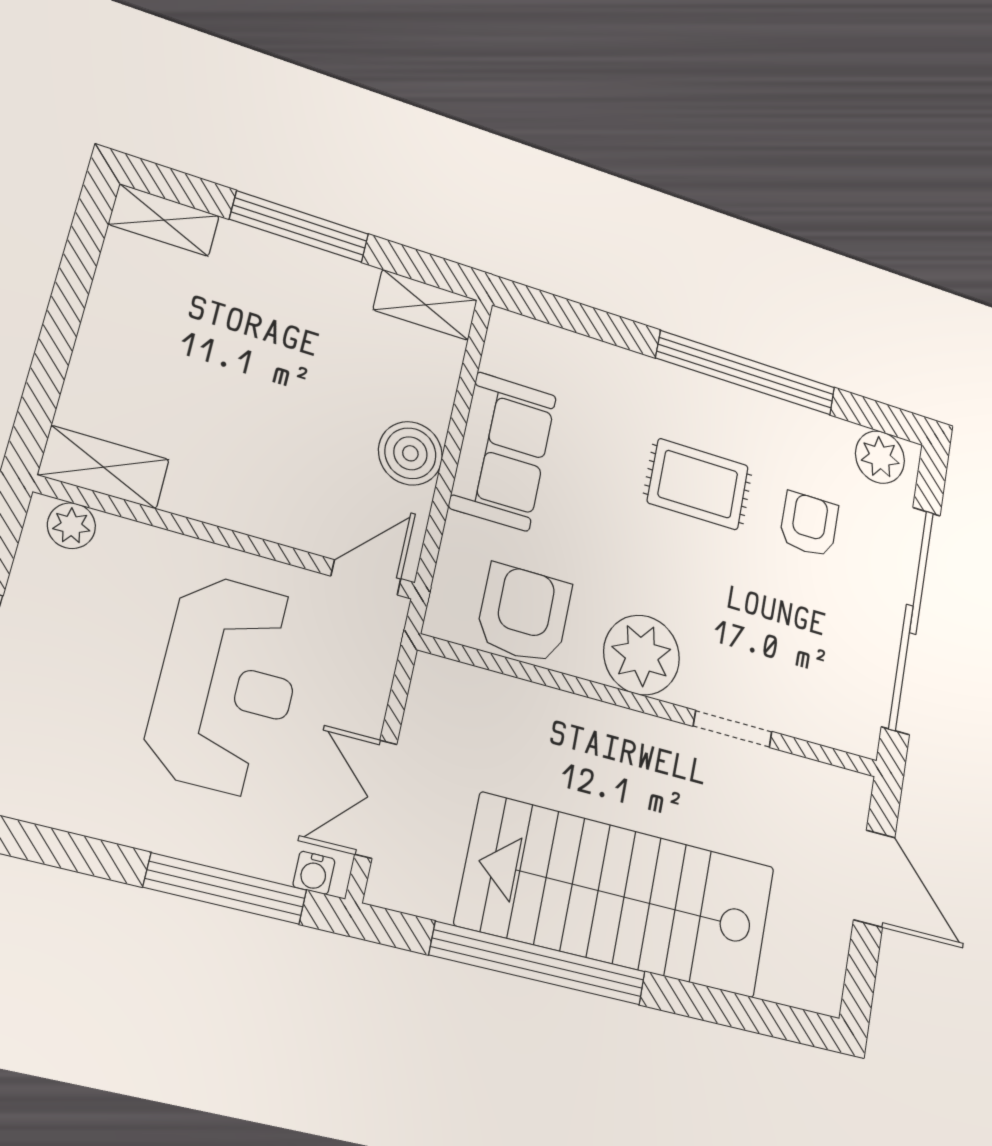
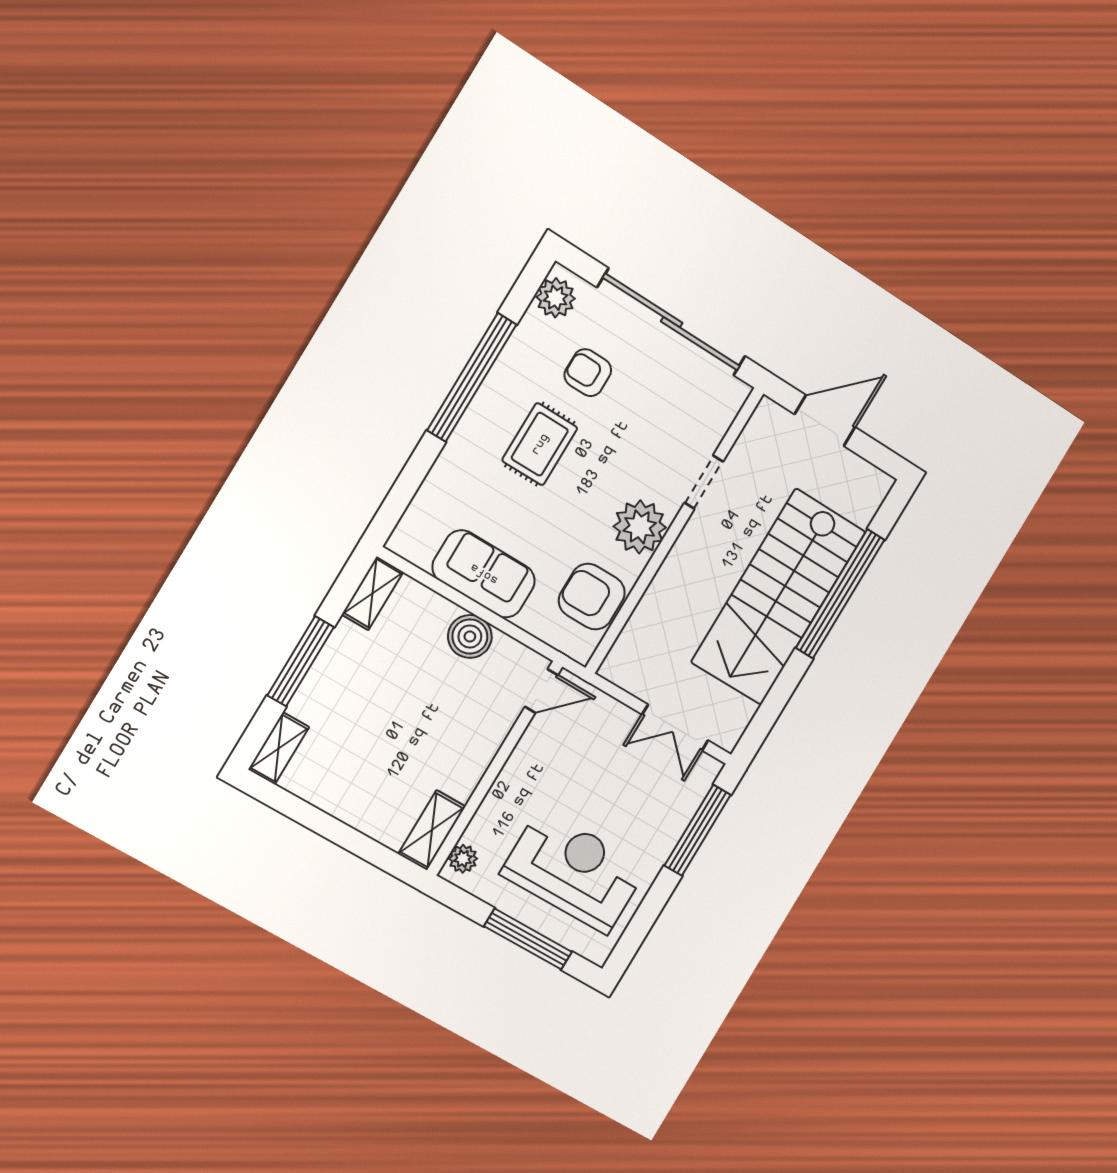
door: (366, 577) -> (541, 691), swing flipped
reception desk: (227, 685) -> (574, 871), moved
water cooler: (314, 873) -> (705, 777), removed
window: (538, 963) -> (840, 594), moved

